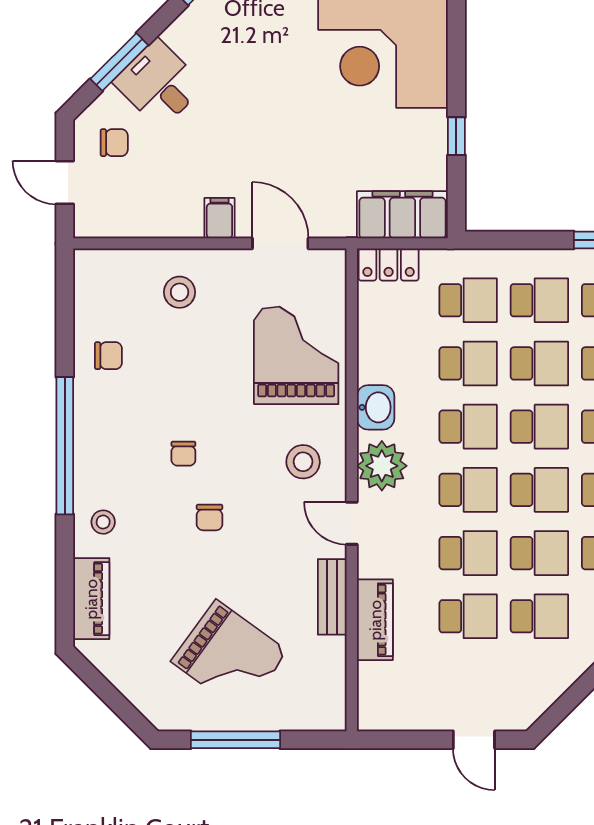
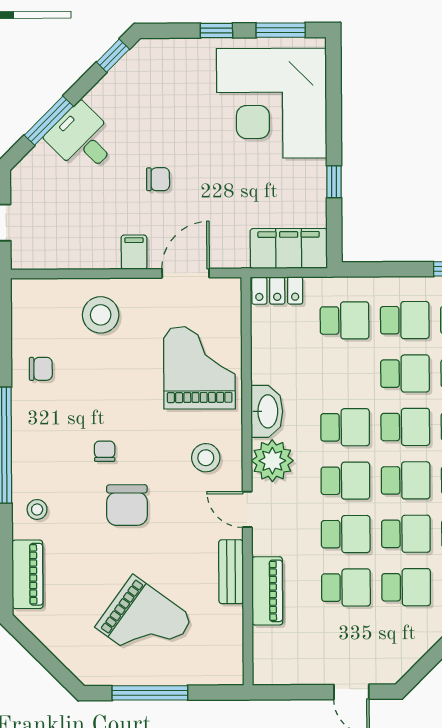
chair: (114, 143) -> (158, 179), moved
door: (280, 243) -> (186, 273), hinge flipped
stool: (180, 292) -> (101, 315), width x1.38, depth x1.38
school desk: (468, 363) -> (345, 374), removed
washbasin: (376, 407) -> (267, 411), width x1.38
chair: (183, 454) -> (105, 451), turned 180
chair: (210, 517) -> (127, 505), width x1.87, depth x1.87

